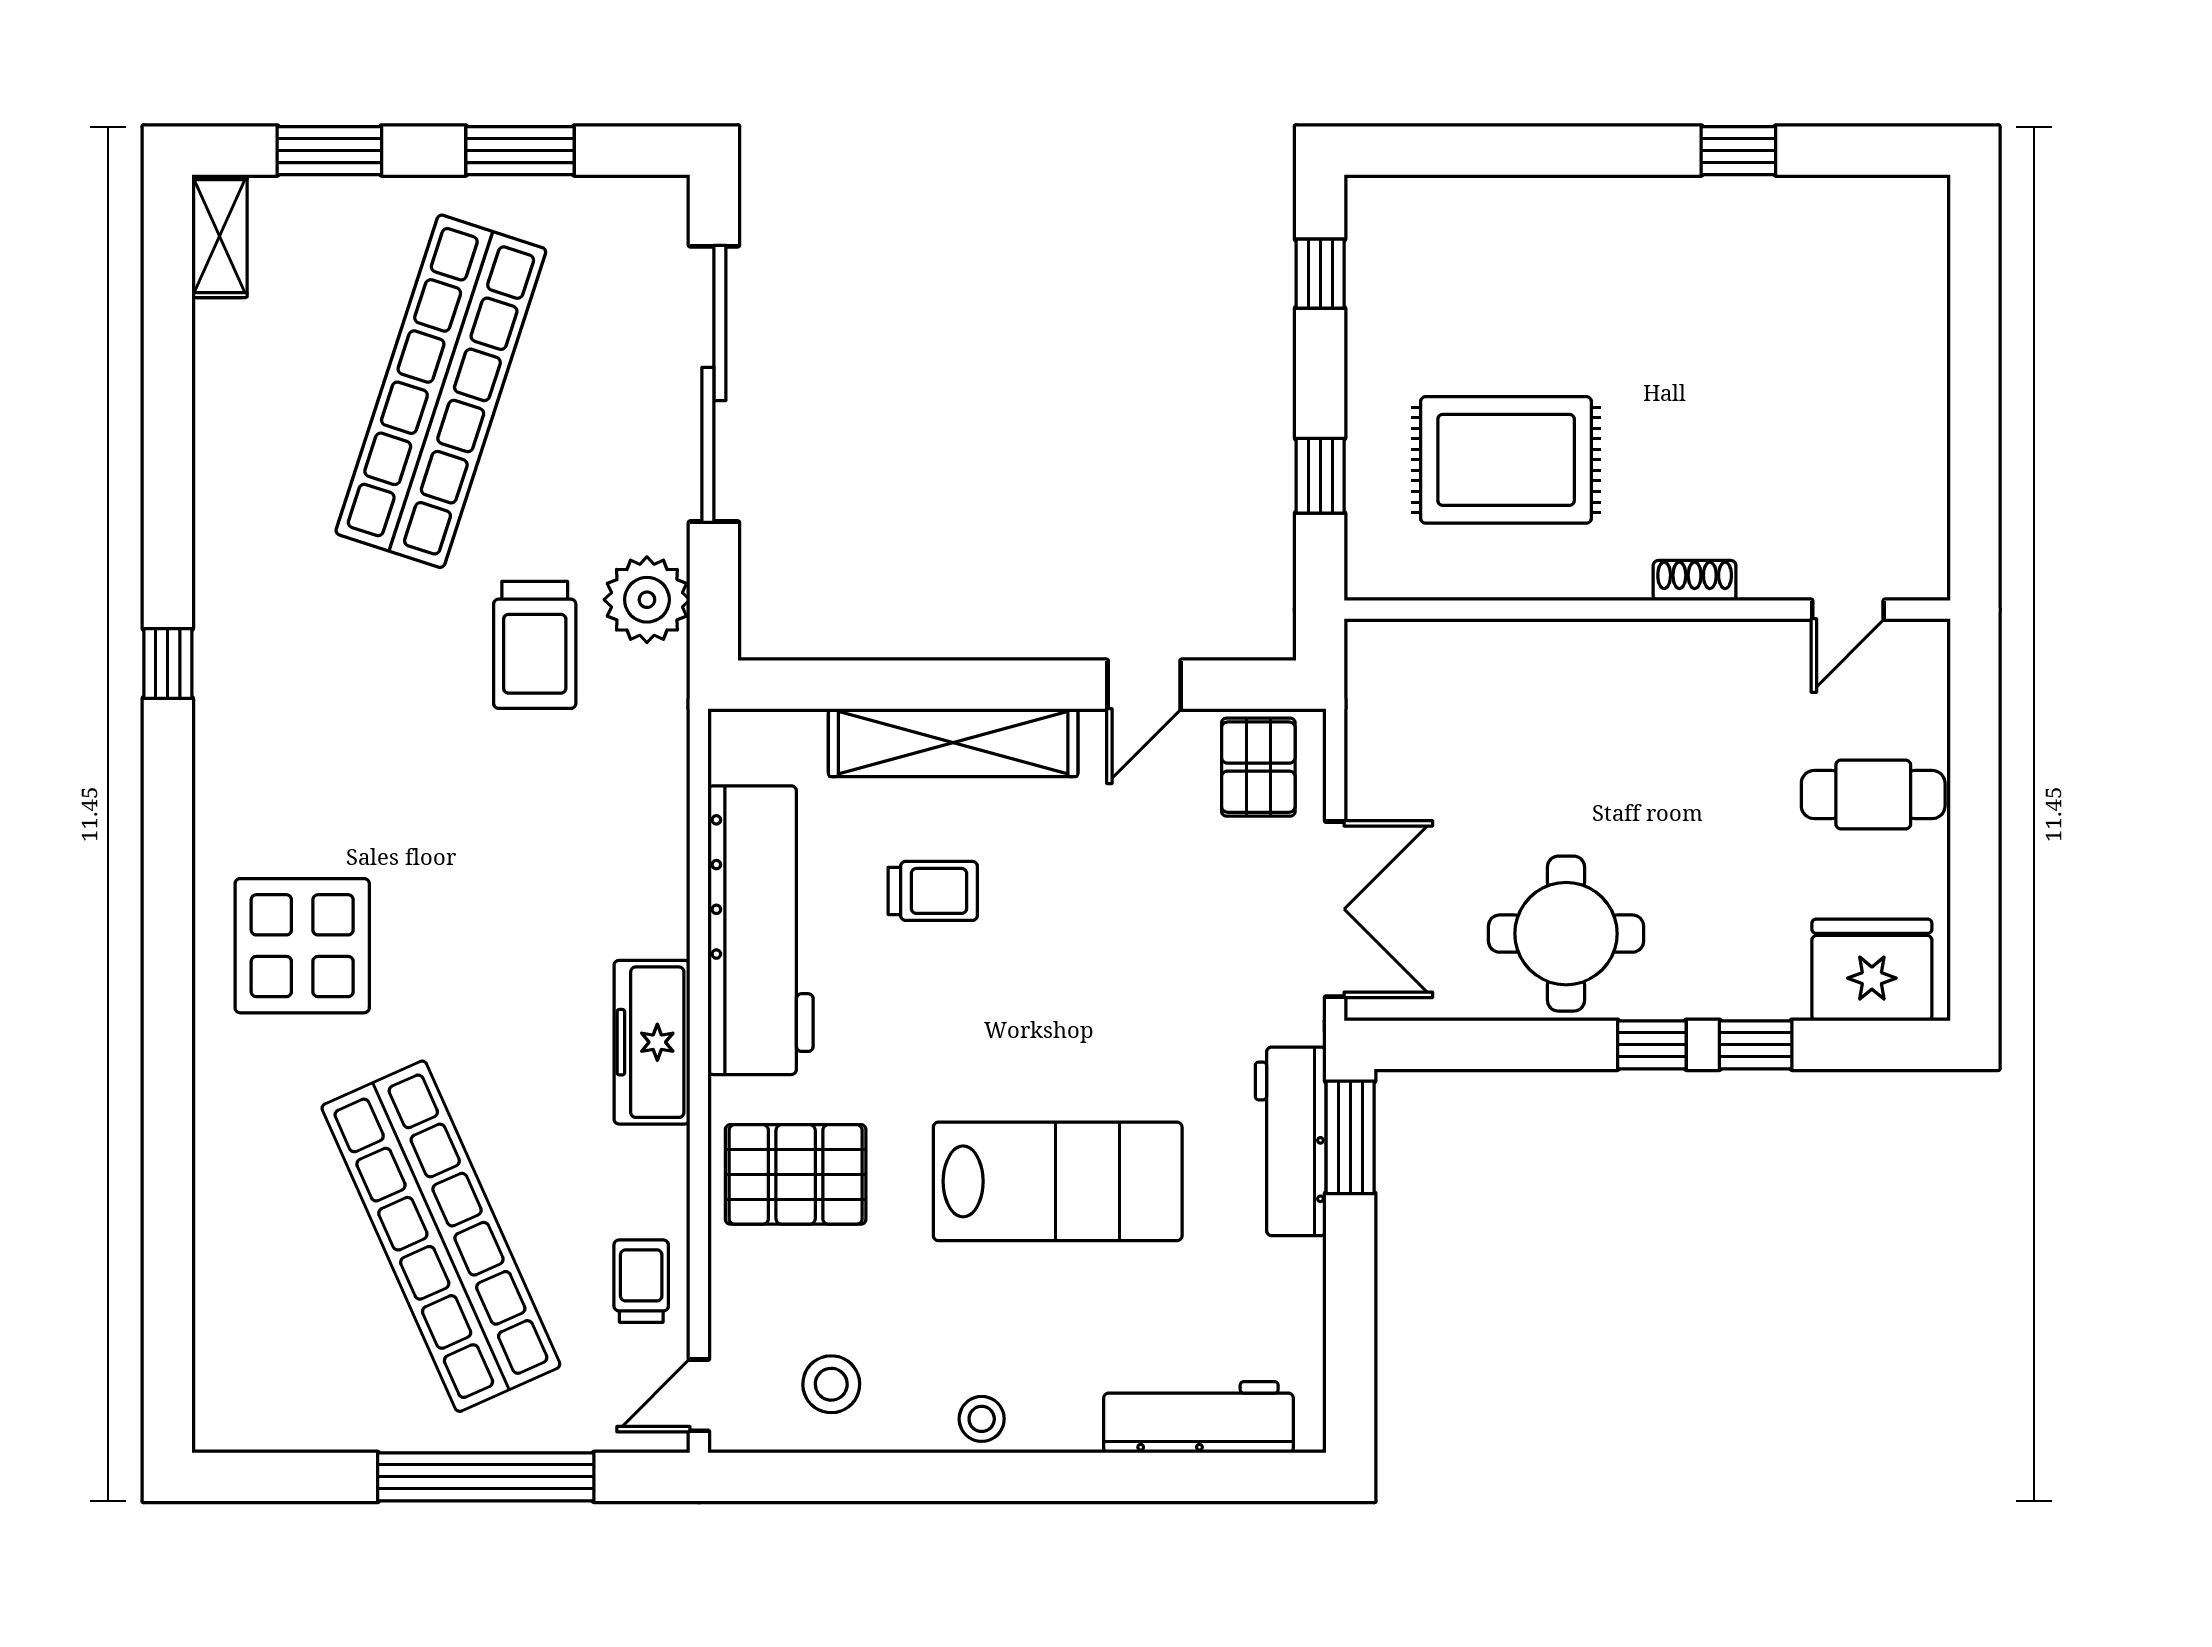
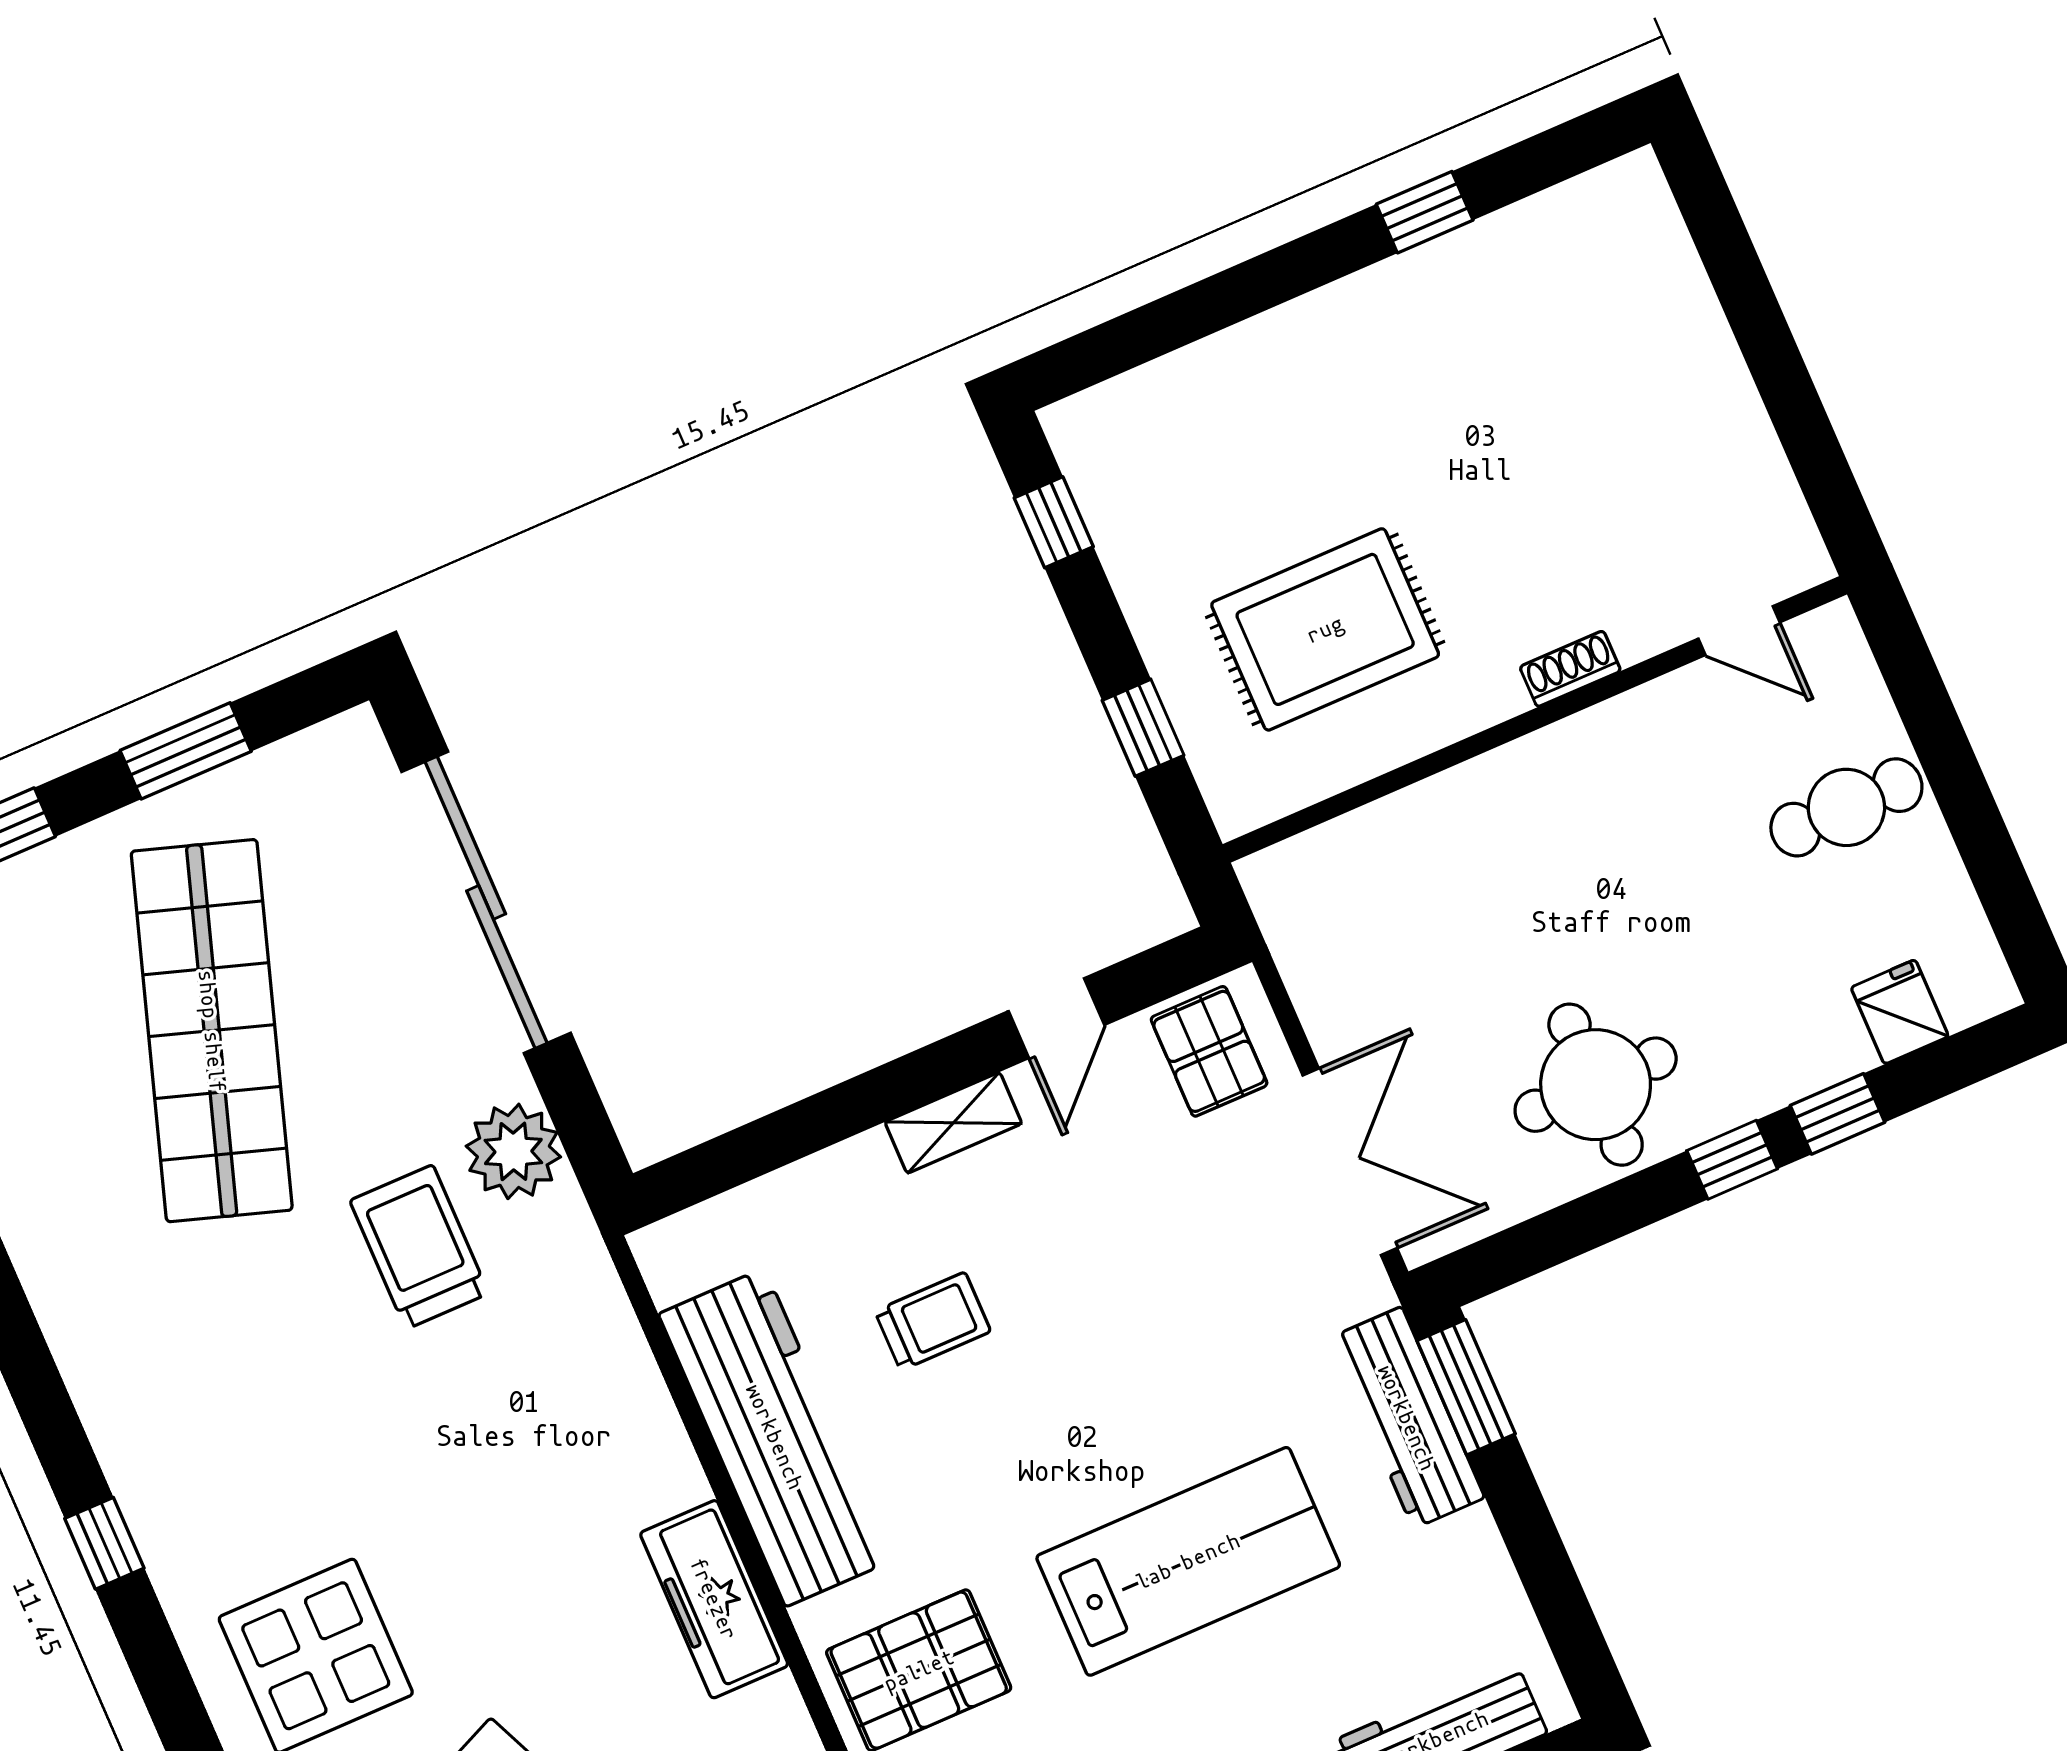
door: (1848, 610) -> (1739, 631), hinge flipped
trolley: (535, 645) -> (419, 1247), turned 180
window: (168, 663) -> (104, 1543), moved
shelving: (953, 743) -> (953, 1123), width x0.45, depth x0.75
fridge: (1872, 970) -> (1900, 1012), width x0.53, depth x0.75

